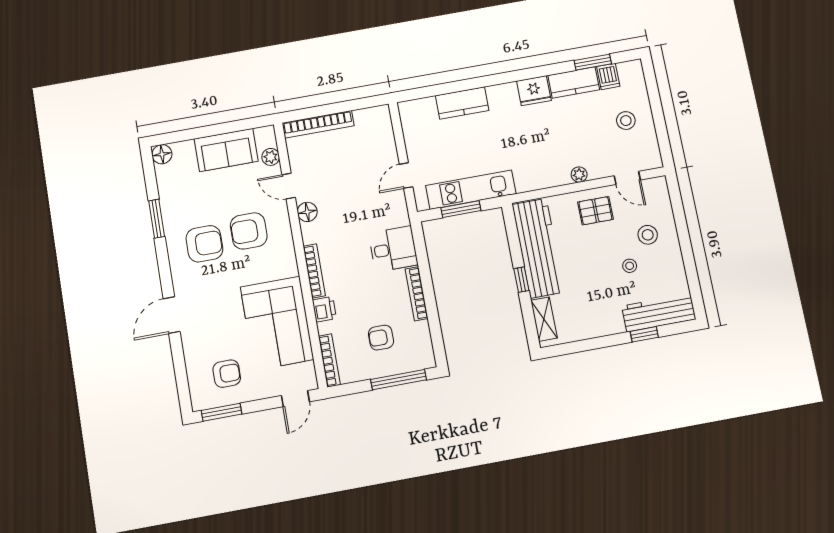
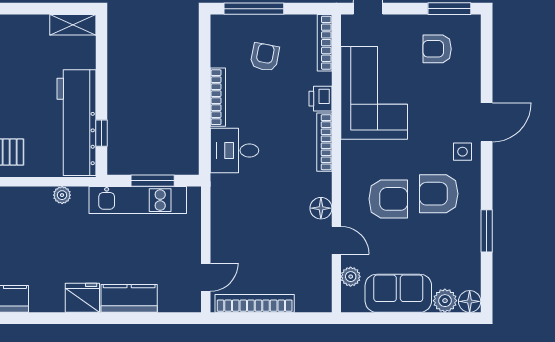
fridge: (534, 91) -> (82, 298), moved
bookcase: (318, 124) -> (255, 303), moved
plant: (184, 151) -> (445, 301), added
plant: (579, 175) -> (62, 195), moved
door: (406, 176) -> (206, 277), moved
window: (521, 280) -> (101, 133), moved
side table: (189, 285) -> (462, 152), added
shelving: (544, 319) -> (73, 25), moved, turned 90
armchair: (381, 338) -> (265, 57), turned -79

